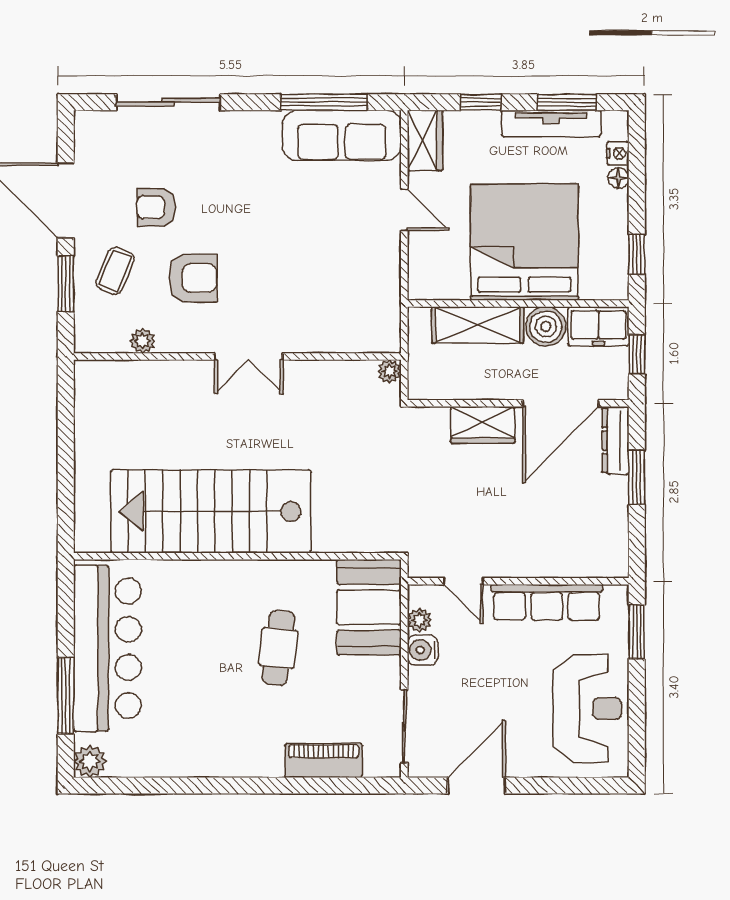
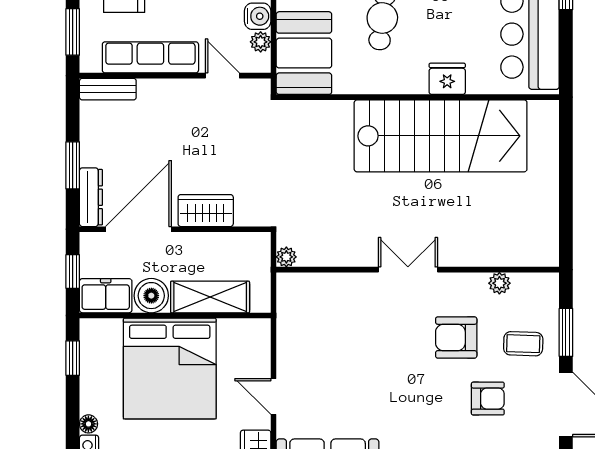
coffee table: (115, 271) -> (523, 344), turned 69
bench: (596, 566) -> (108, 89), added
fridge: (203, 577) -> (447, 79), added

